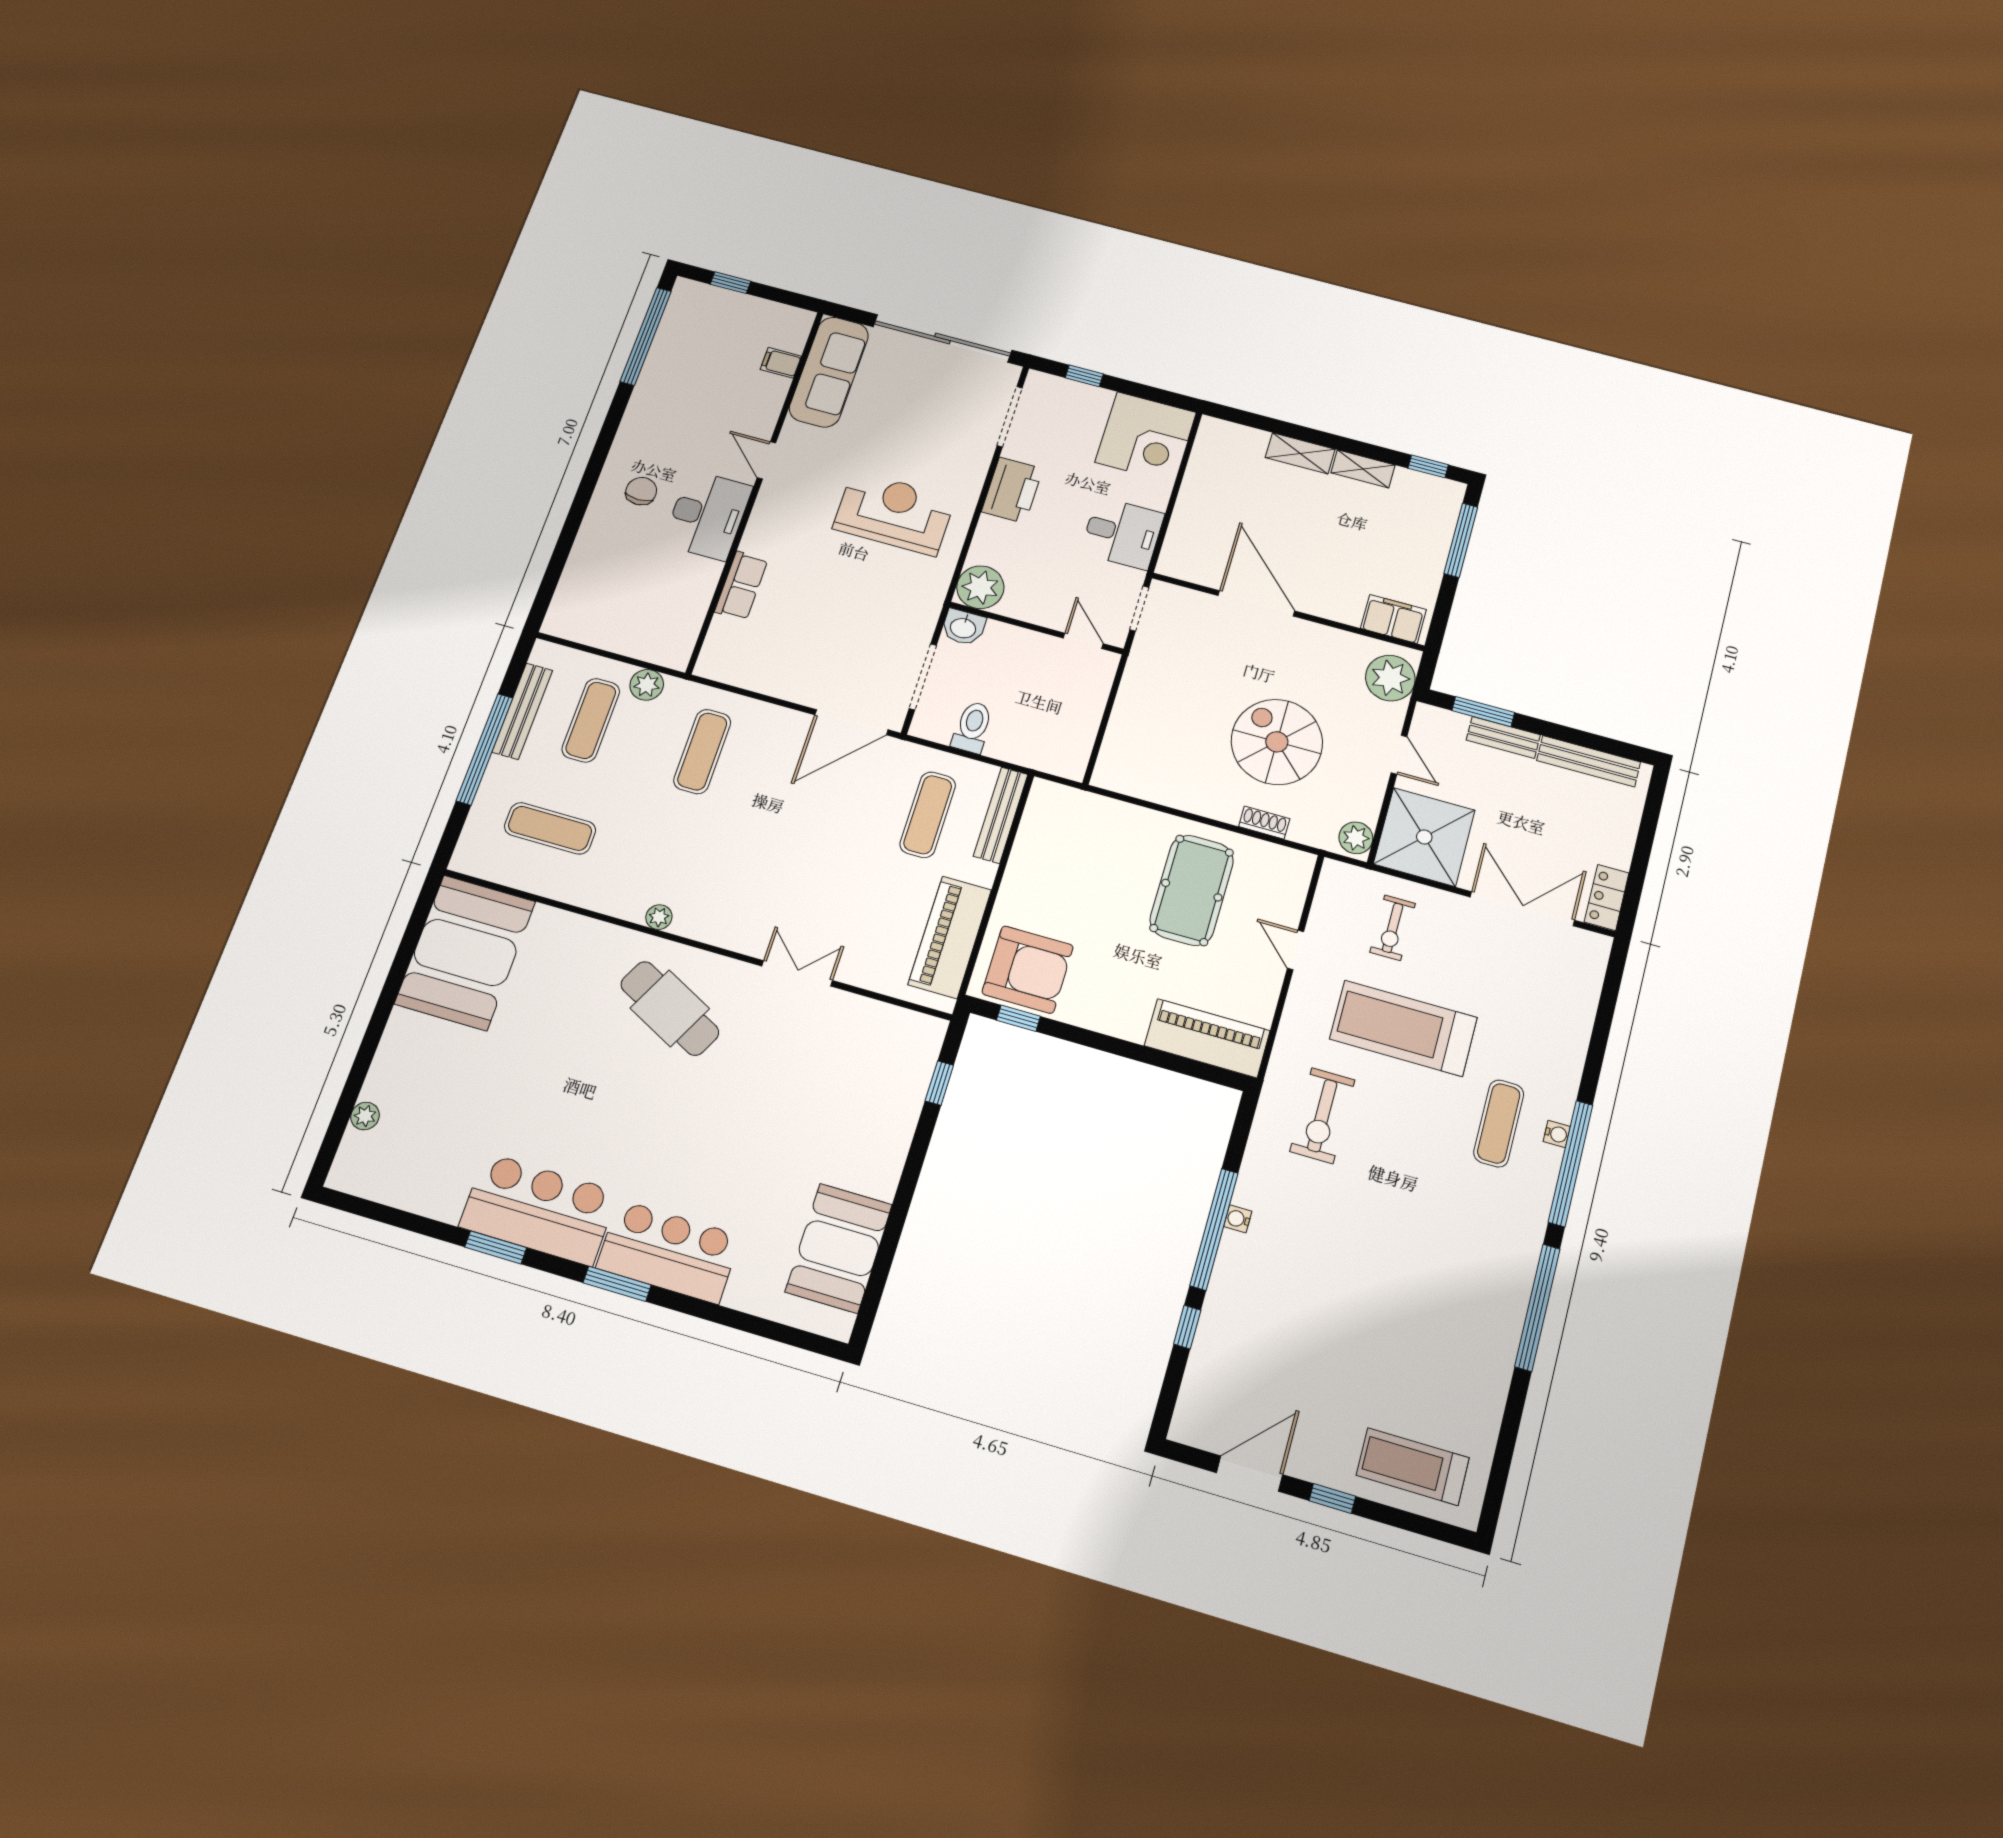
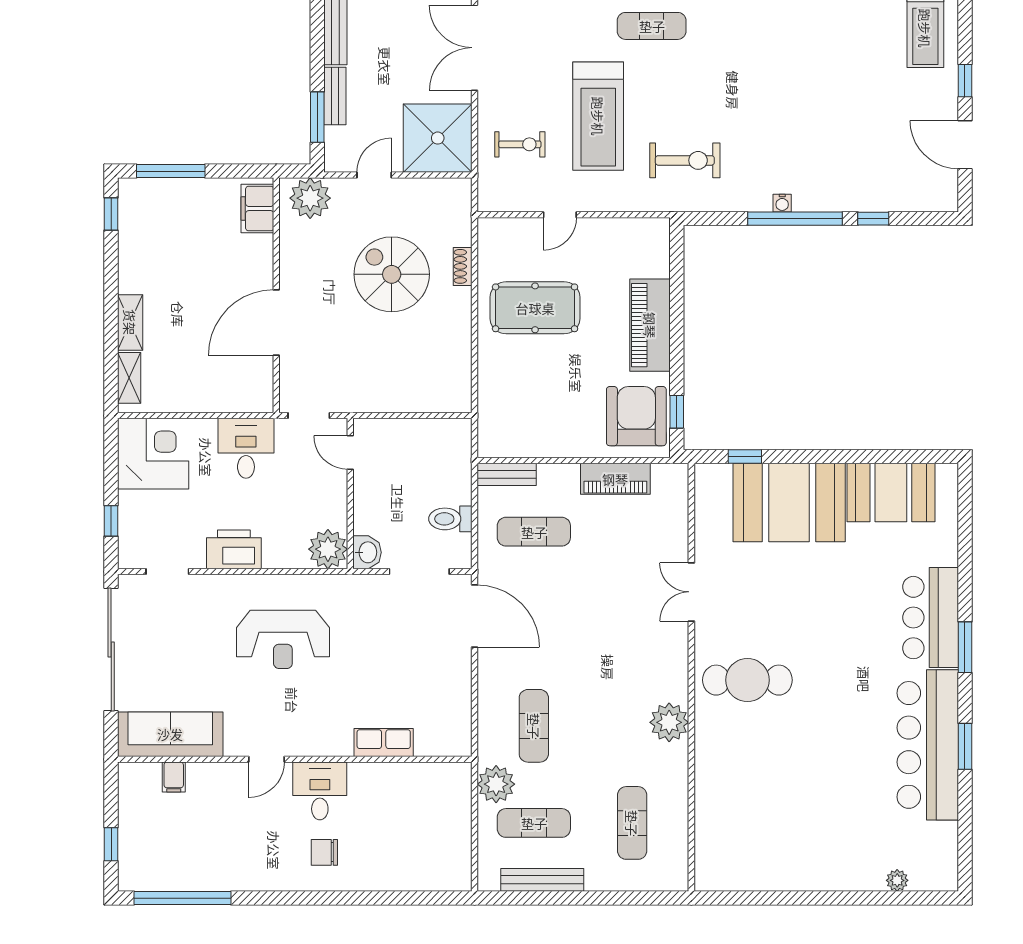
doorway: (1010, 417) -> (167, 572), width x0.73
shelving: (1363, 469) -> (129, 378), moved
reception desk: (894, 513) -> (283, 639), turned -90
desk: (707, 515) -> (320, 791), width x0.73
door: (1083, 641) -> (350, 453), hinge flipped
plant: (647, 685) -> (496, 784), width x1.36, depth x1.36
spiral stairs: (1277, 742) -> (392, 274), turned 90
window: (485, 749) -> (583, 898), removed
exercise mat: (702, 751) -> (534, 726), turned 90
bench: (1001, 815) -> (507, 474), width x0.73
plant: (1356, 838) -> (454, 191), removed
plant: (659, 917) -> (669, 722), width x1.88, depth x1.88
piano: (950, 937) -> (615, 479), width x0.73, depth x0.75
booth: (465, 952) -> (789, 502), moved
cafe table: (670, 1008) -> (747, 680), turned 63
piano: (1207, 1038) -> (650, 325), moved
bar counter: (539, 1209) -> (928, 745), width x1.36

